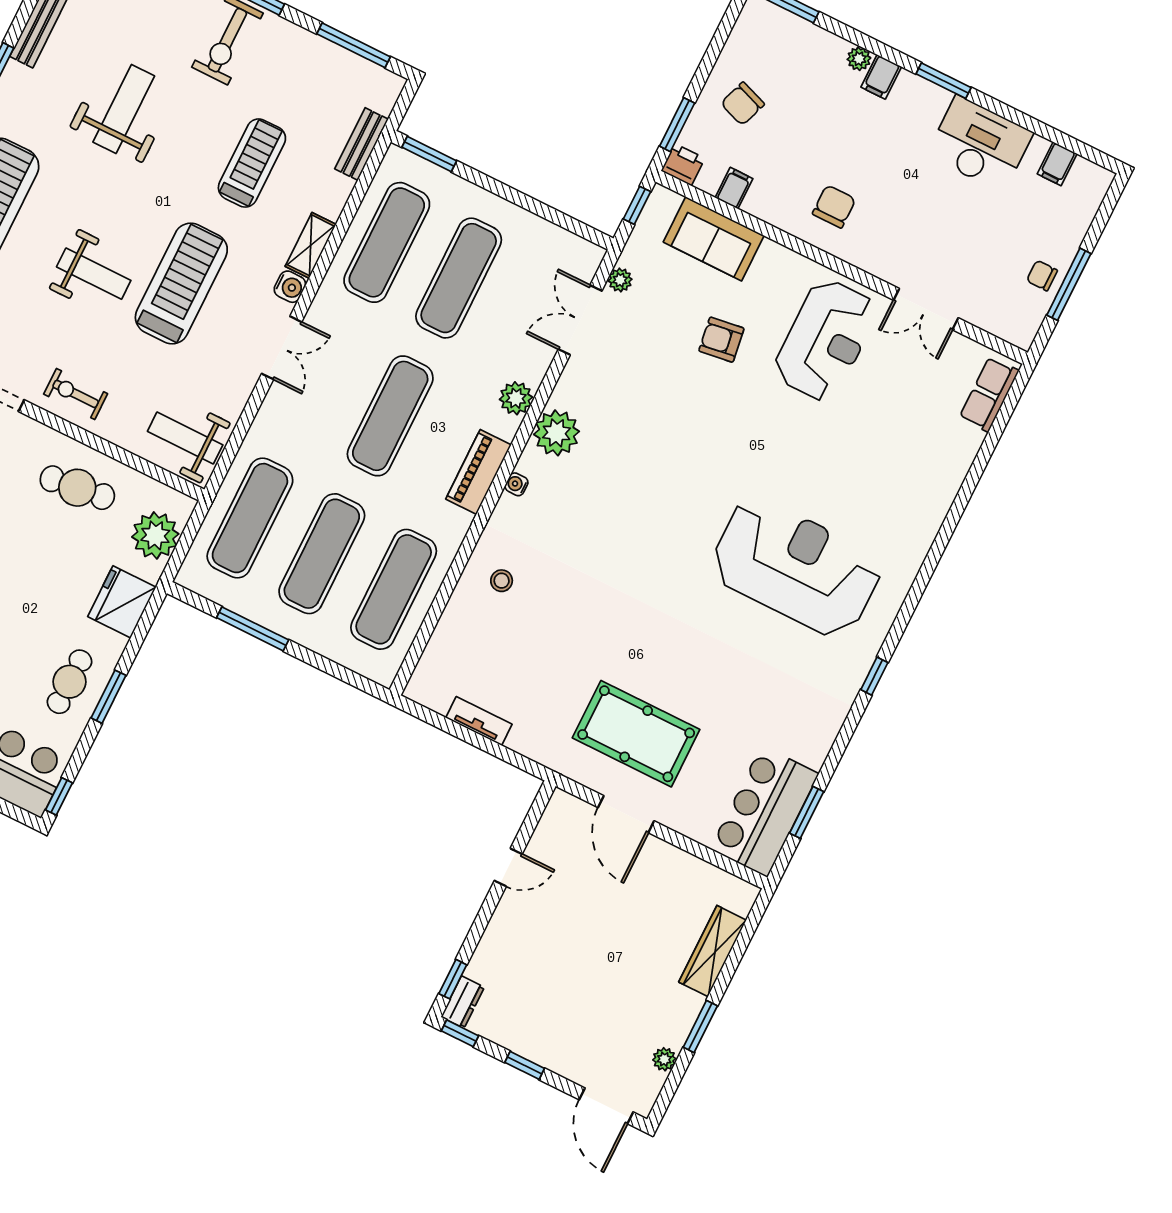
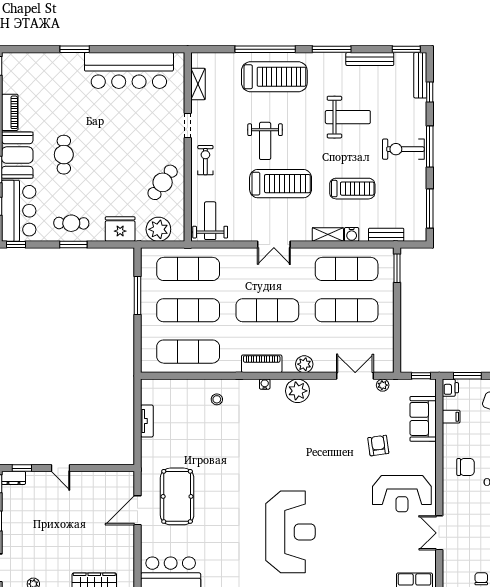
water cooler: (290, 287) -> (352, 234), moved
cafe table: (77, 488) -> (163, 182), turned 43
door: (508, 867) -> (61, 468), moved

